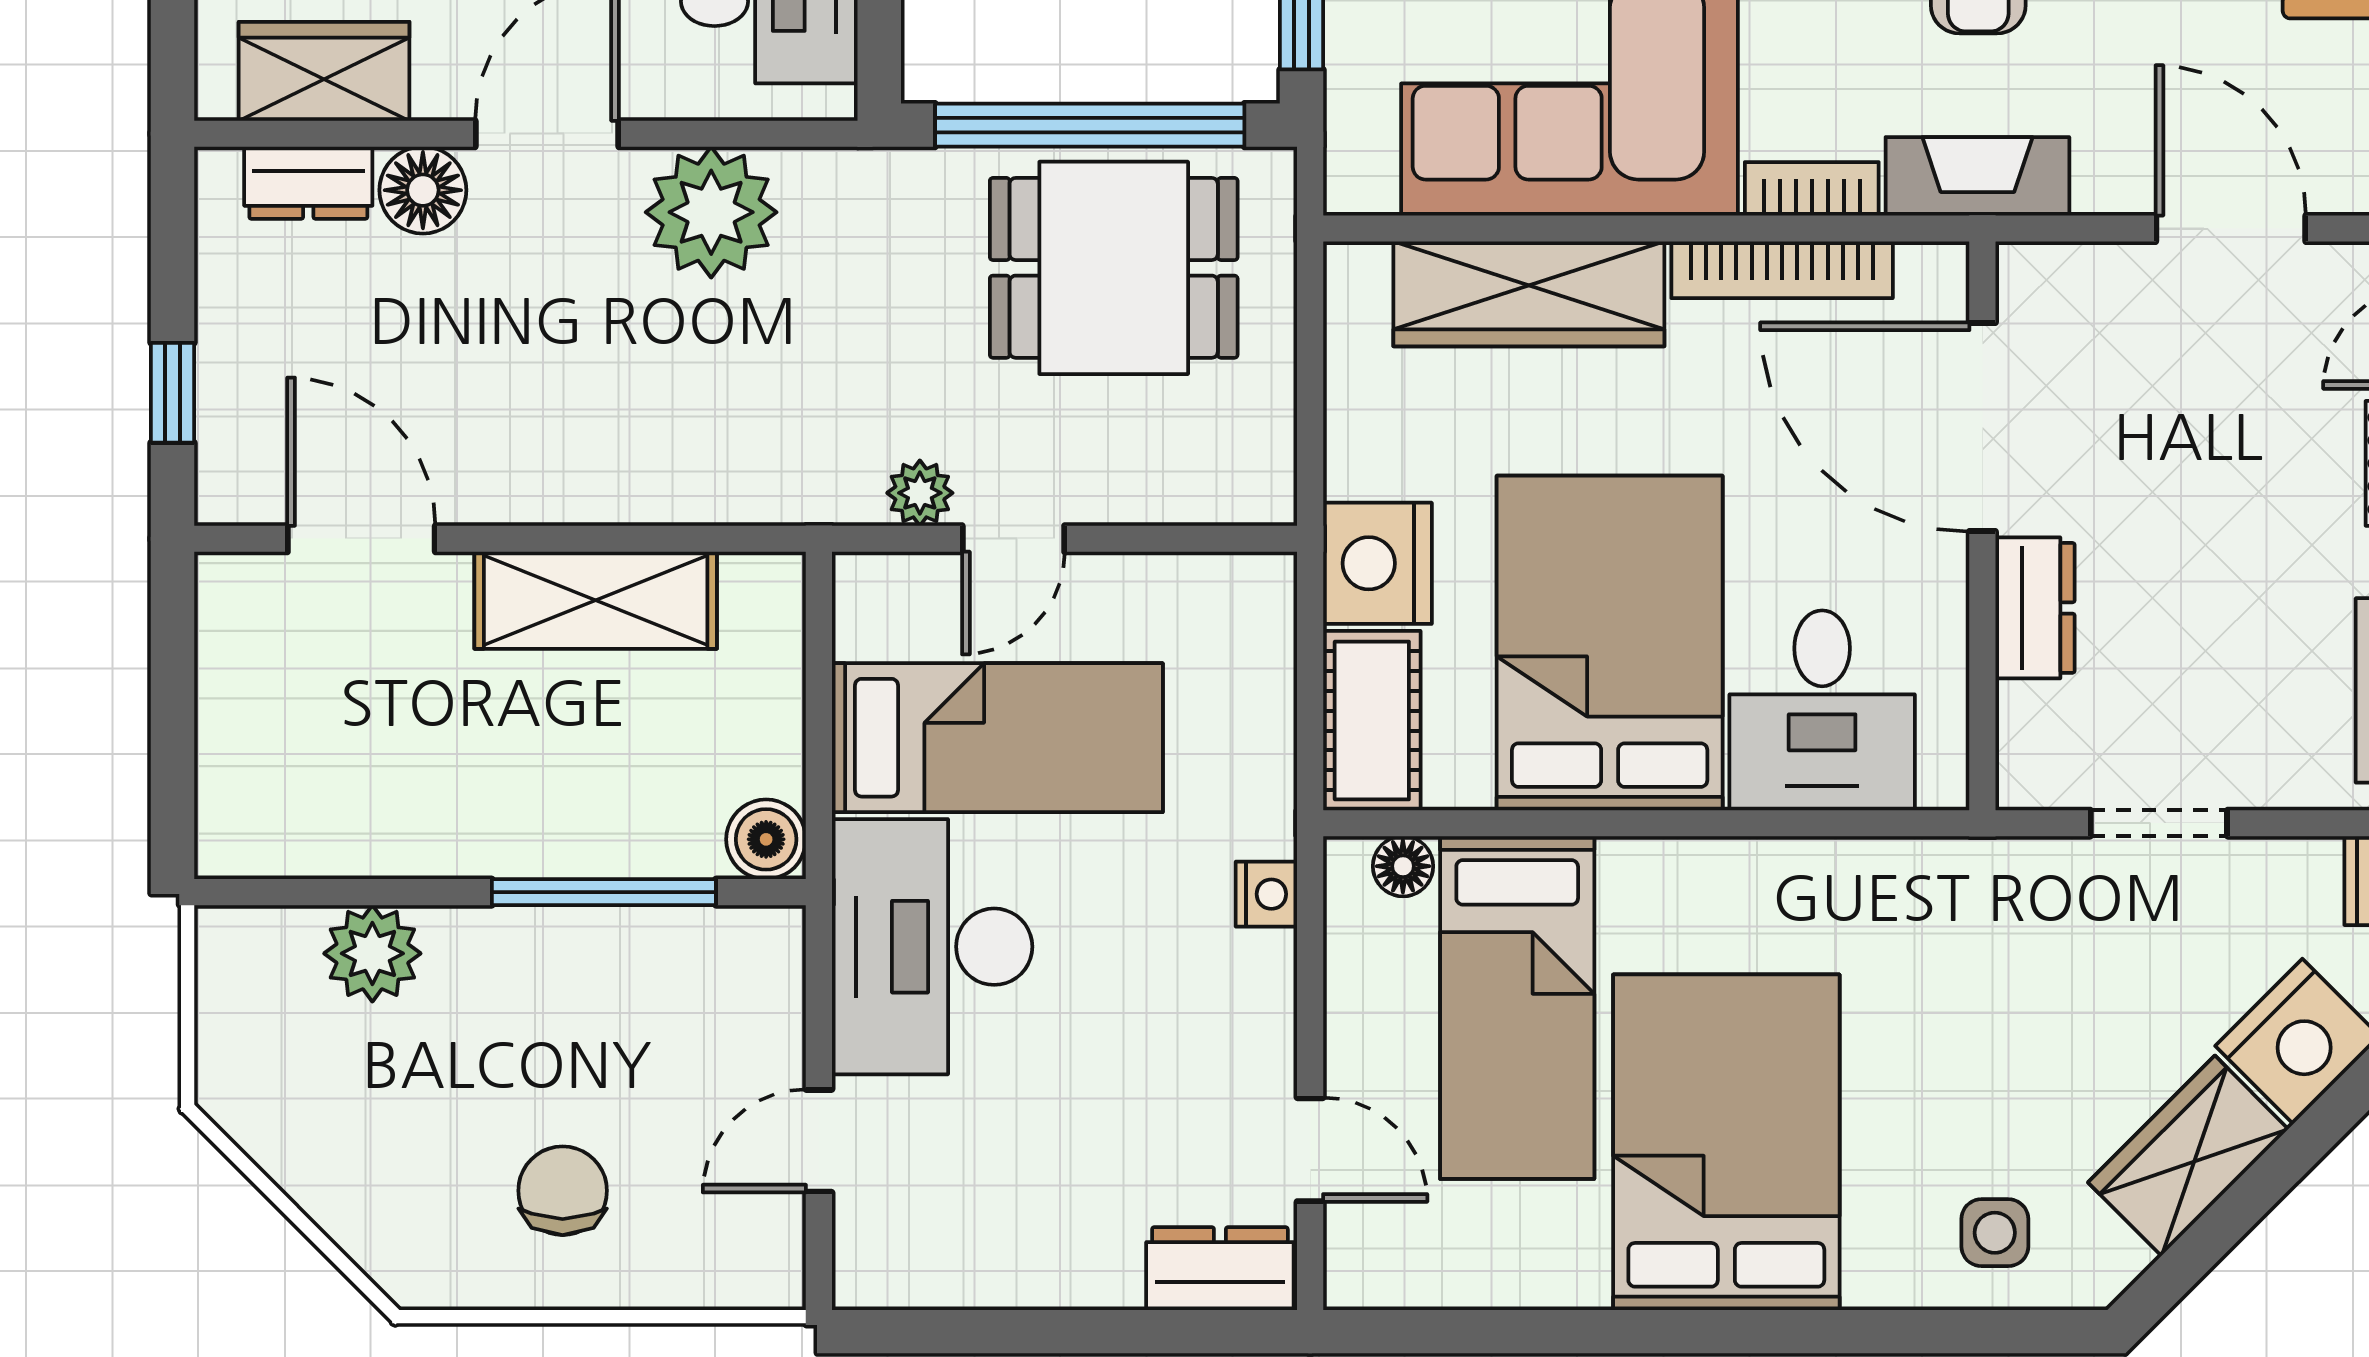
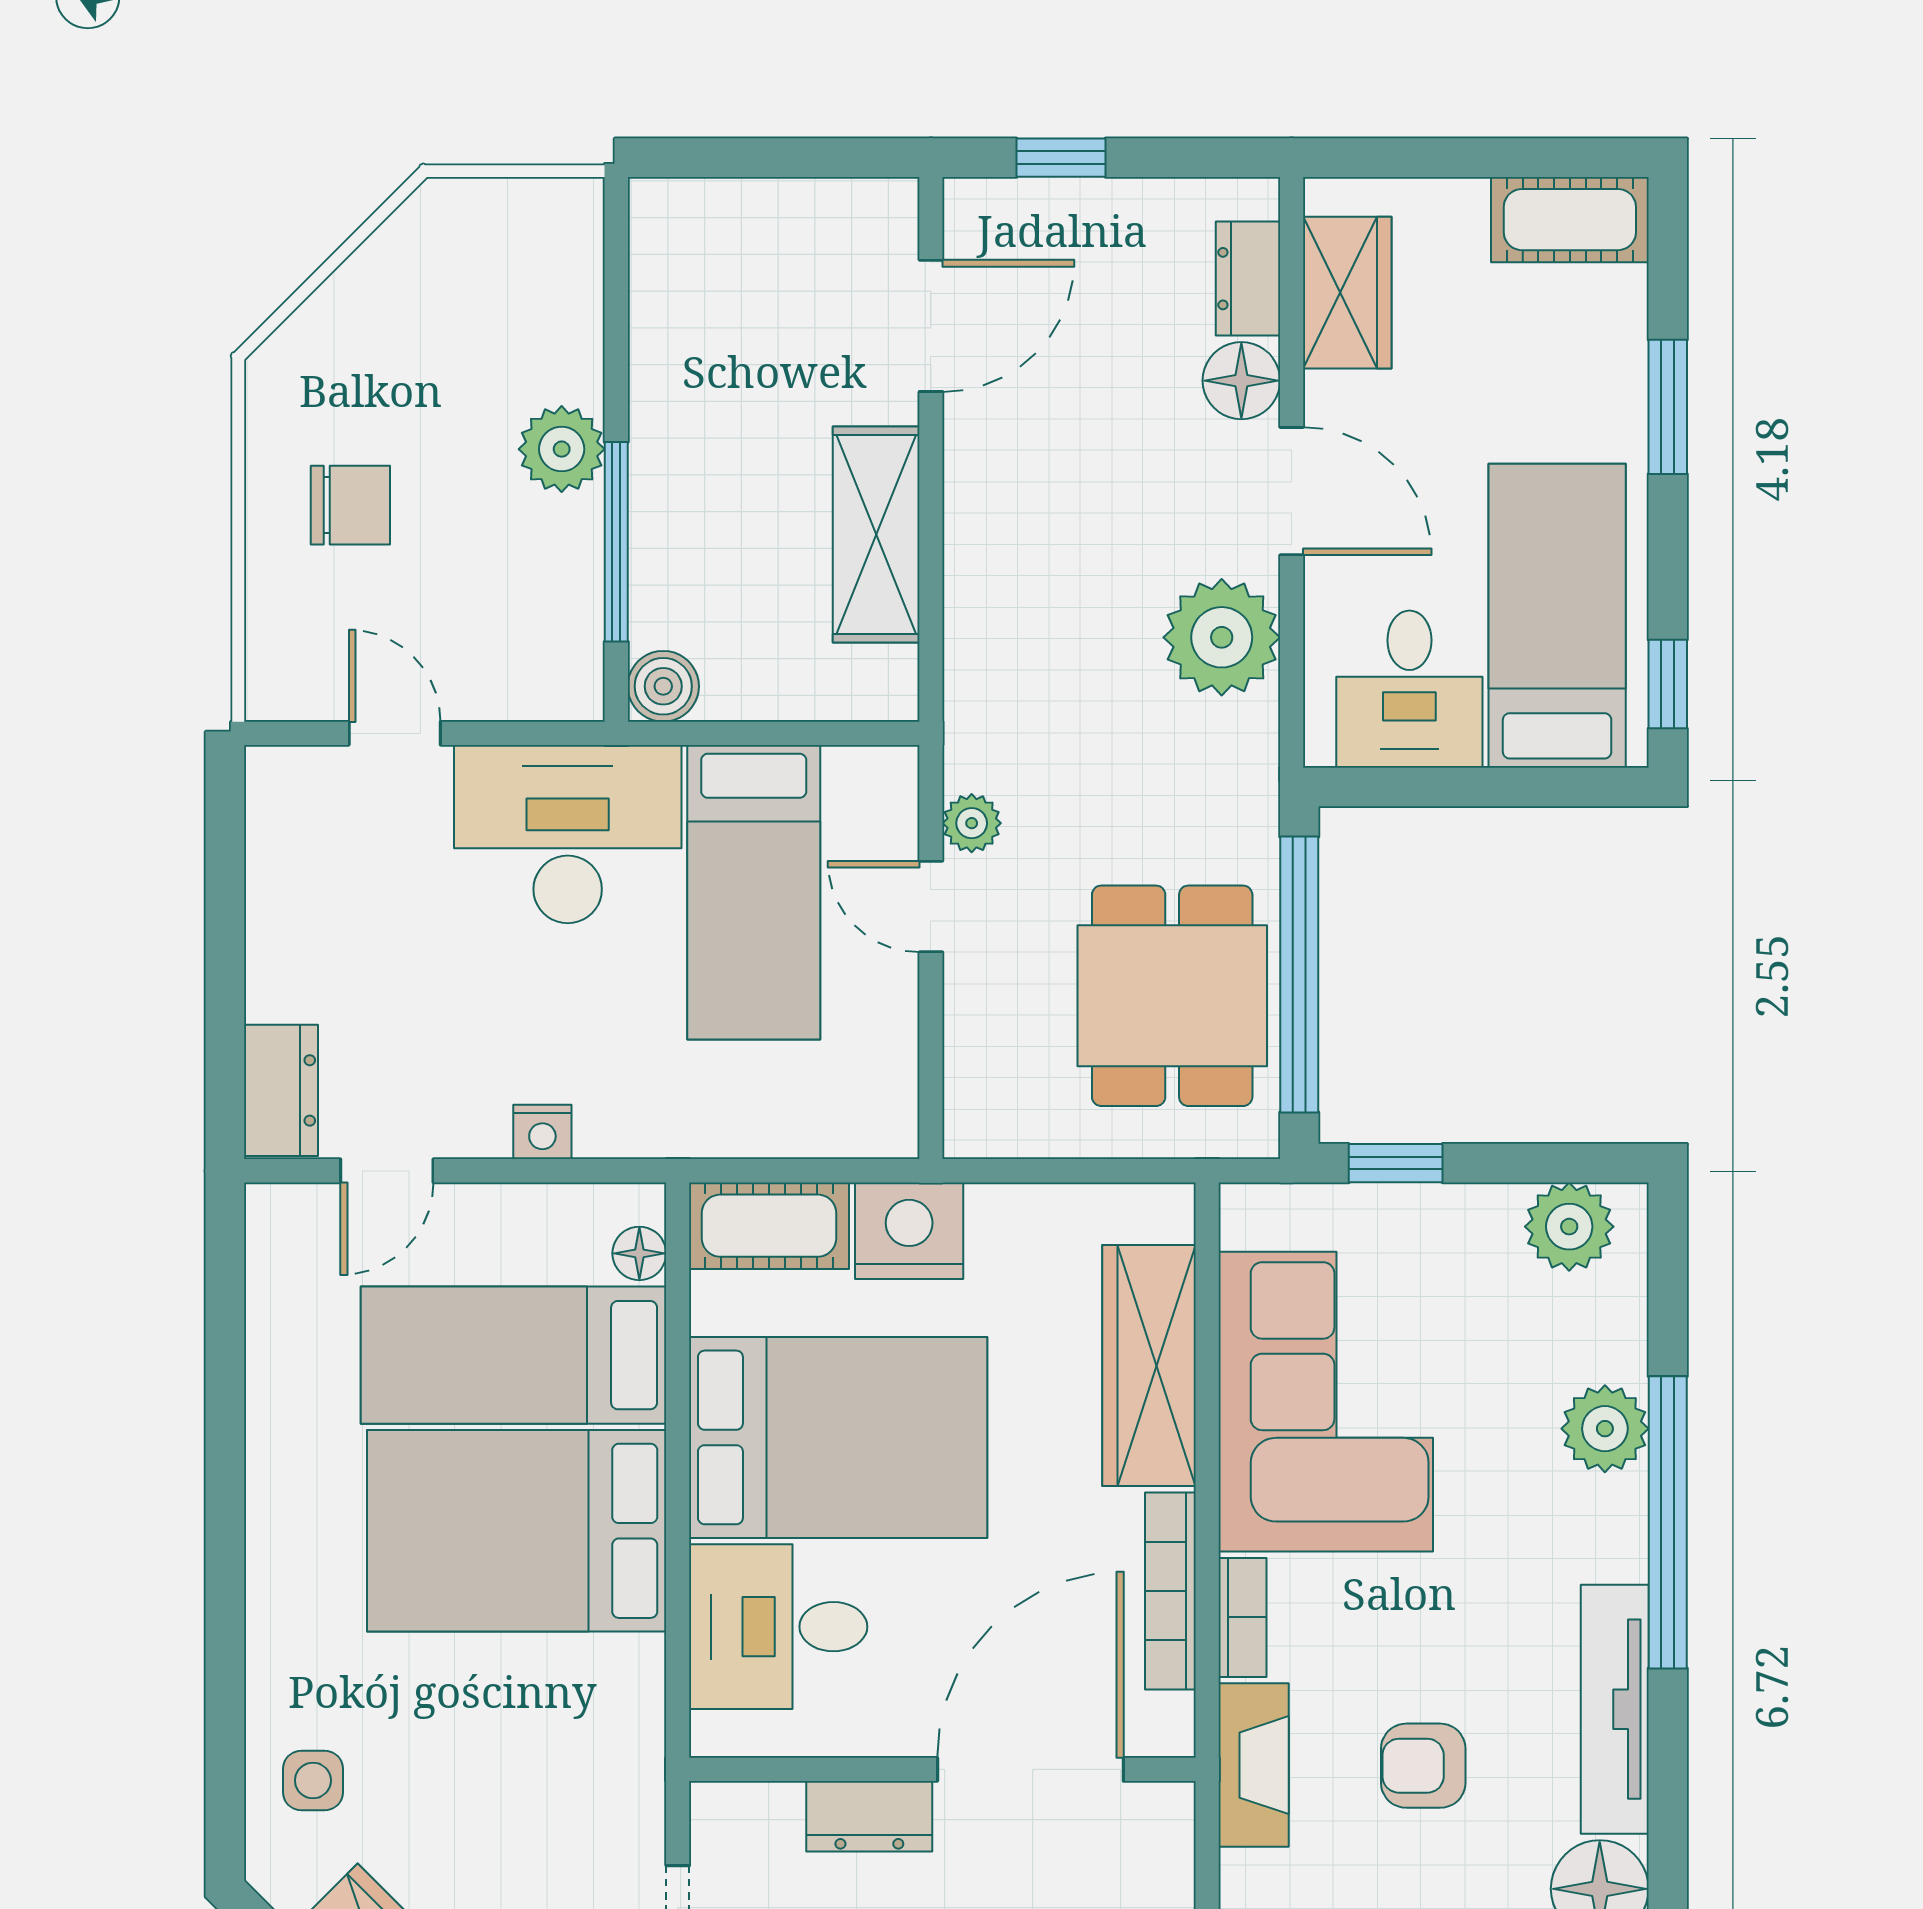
nightstand: (1266, 894) -> (542, 1132), moved
plant: (372, 953) -> (562, 449), moved
bed: (1726, 1142) -> (517, 1531), moved, turned 180

